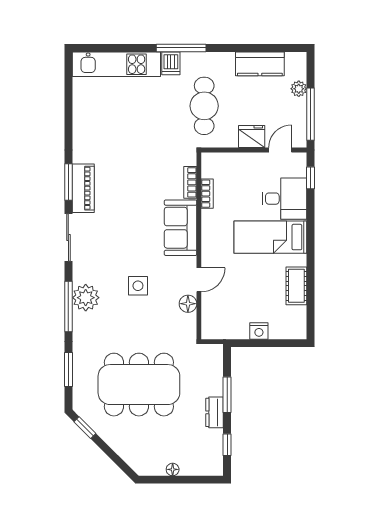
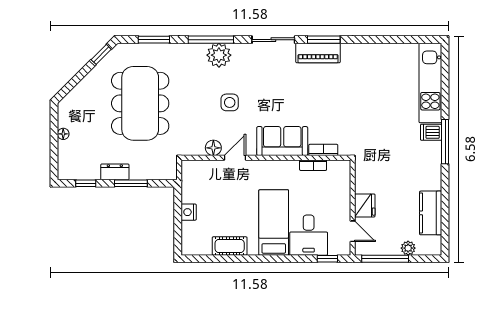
cafe table: (204, 106) -> (393, 163), removed
door: (199, 280) -> (235, 158), swing flipped

